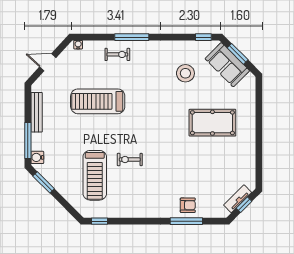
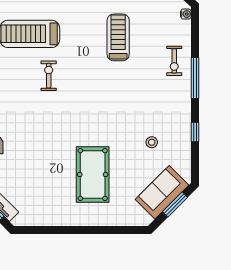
window: (203, 37) -> (195, 132), moved
stool: (185, 73) -> (152, 142), width x0.53, depth x0.53
treadmill: (98, 101) -> (118, 37), width x0.73, depth x0.73

